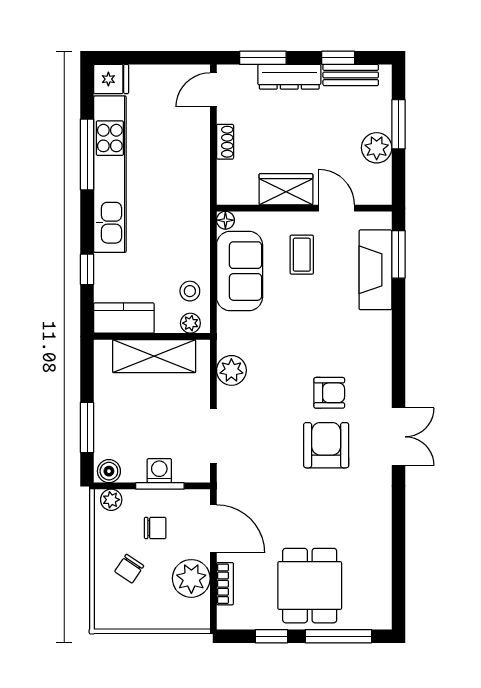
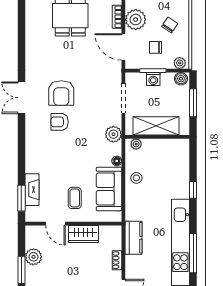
floor lamp: (225, 220) -> (117, 161), moved
fireplace: (375, 270) -> (32, 190), width x0.73, depth x0.76
kitchen counter: (124, 318) -> (134, 238), moved, turned -90
plant: (190, 323) -> (136, 144), moved
wall: (152, 336) -> (157, 137), moved
shelving: (154, 356) -> (156, 126), moved

